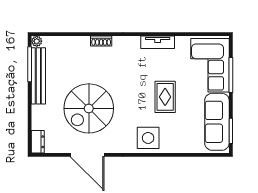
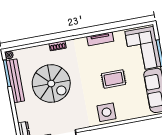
rug: (165, 97) -> (114, 79), turned 90
spiral stairs: (89, 108) -> (51, 83), moved, turned -90

